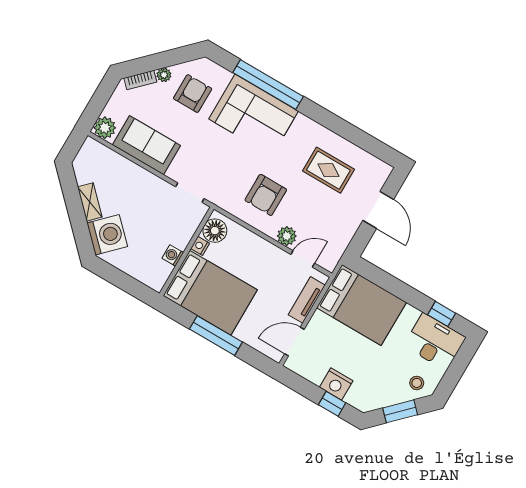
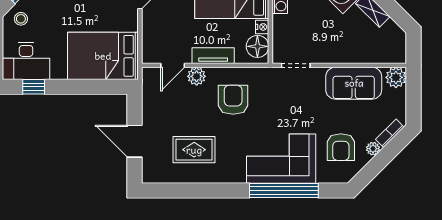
tv unit: (307, 300) -> (213, 56), moved, turned -90

